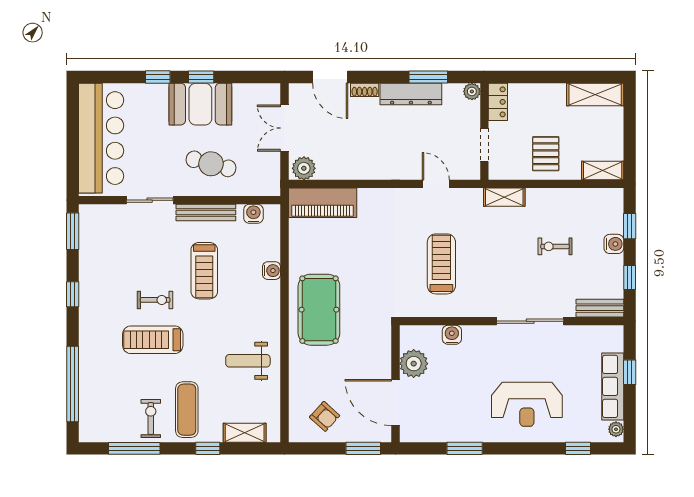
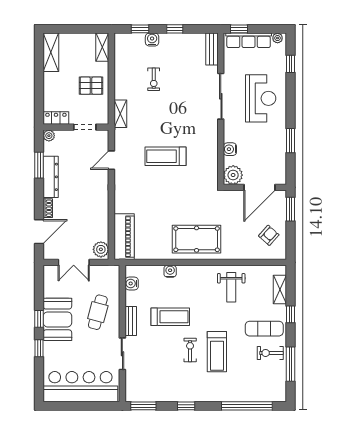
bench: (206, 212) -> (131, 321), width x0.73
bench: (600, 308) -> (212, 49), moved
wall: (512, 321) -> (221, 109), moved
sliding door: (530, 321) -> (221, 96), moved
water cooler: (452, 335) -> (230, 149), moved

